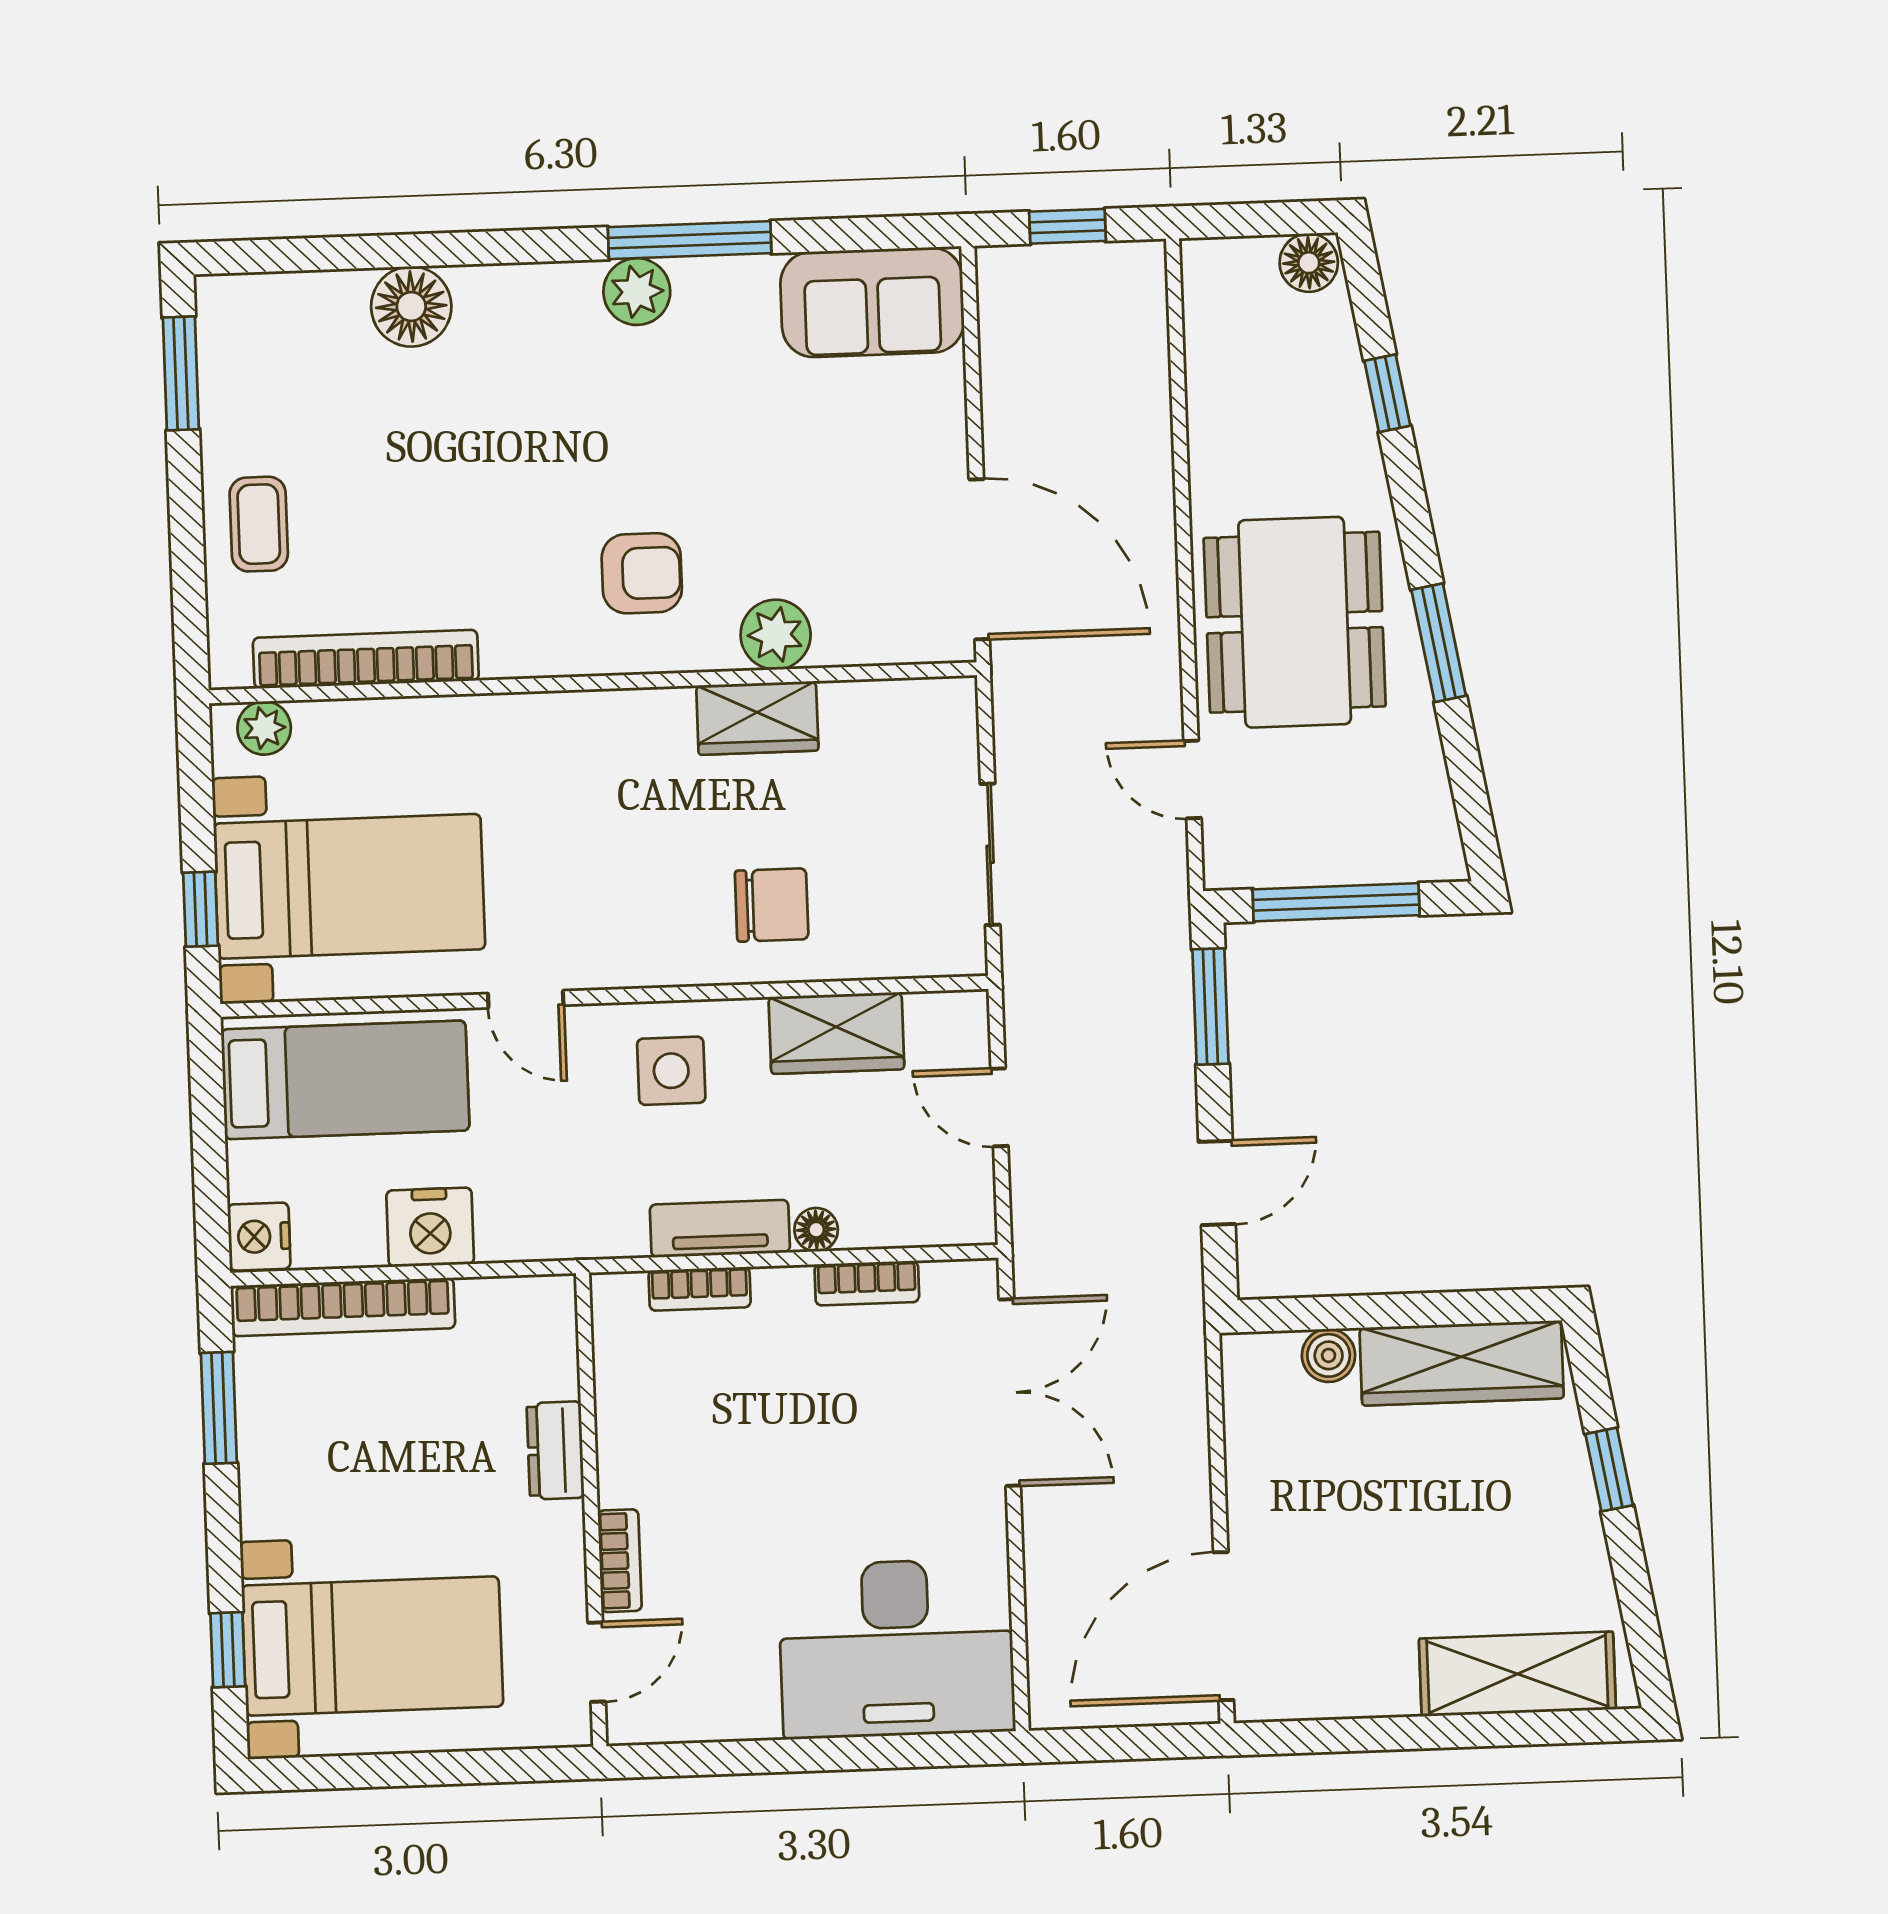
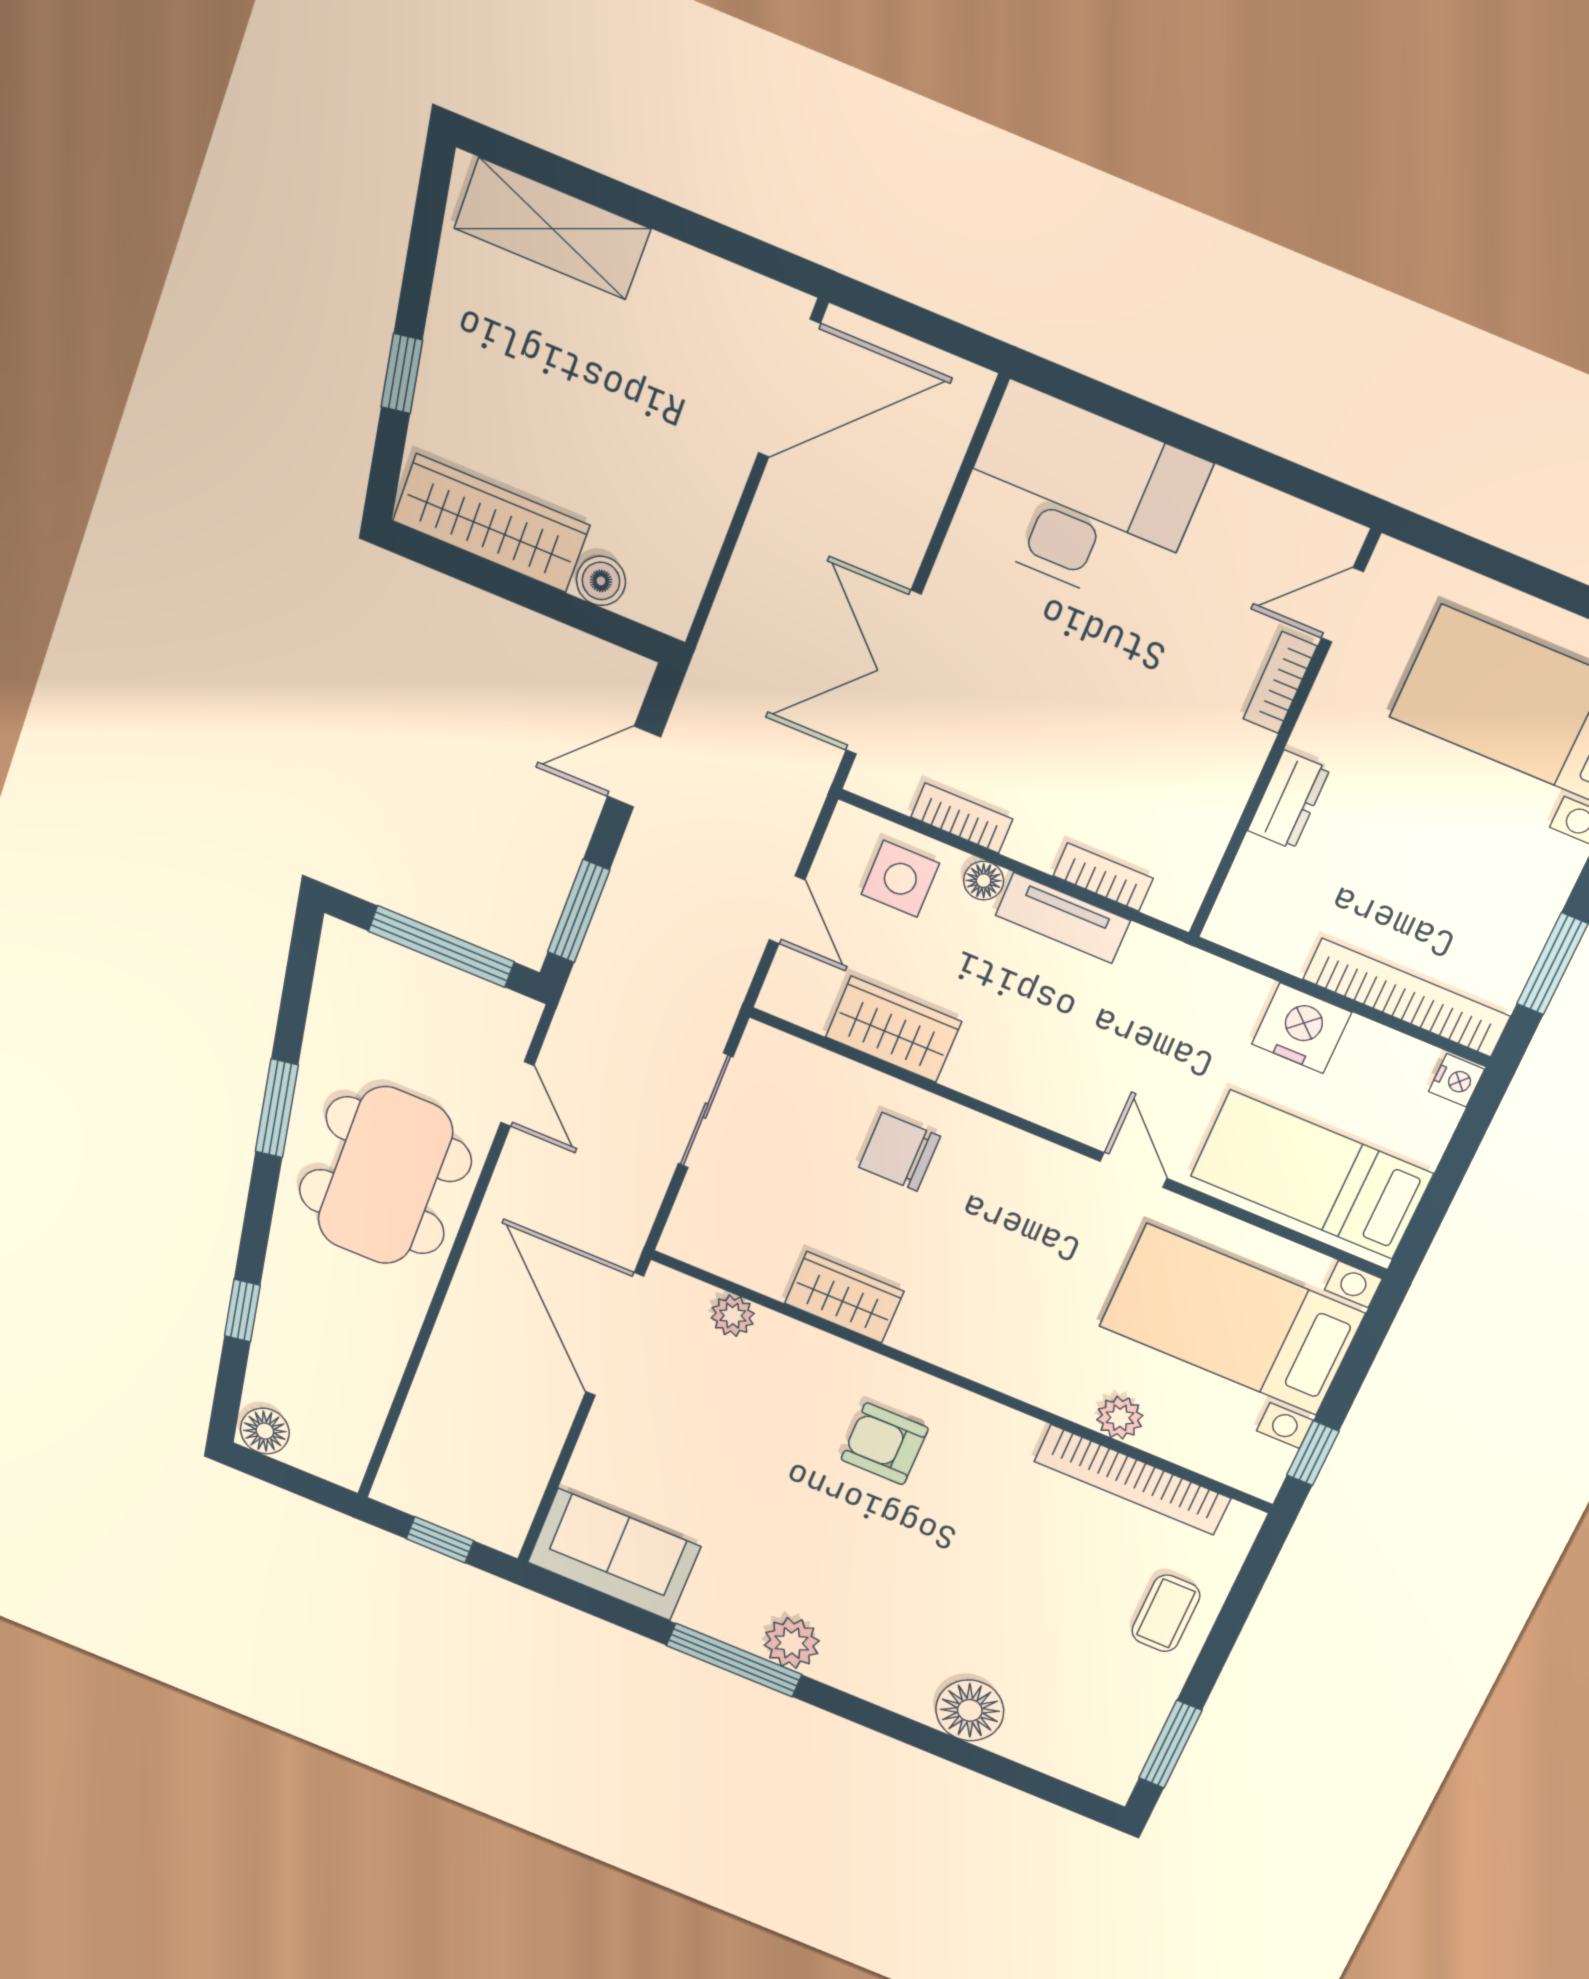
plant: (776, 635) -> (733, 1316), moved, width x0.73, depth x0.73
plant: (264, 728) -> (1120, 1418), moved
window: (201, 909) -> (1313, 1453), moved
side table: (671, 1071) -> (900, 879), moved
nightstand: (259, 1237) -> (1456, 1080), width x0.72, depth x0.74

